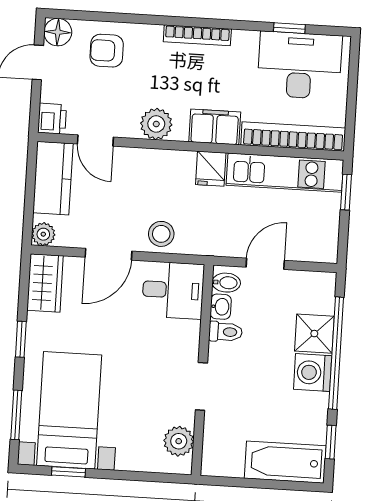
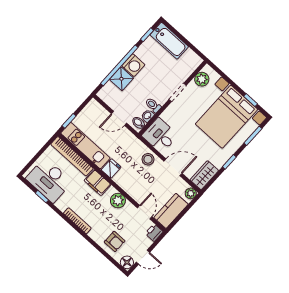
bed with nightstands: (69, 410) -> (226, 117), width x1.36

